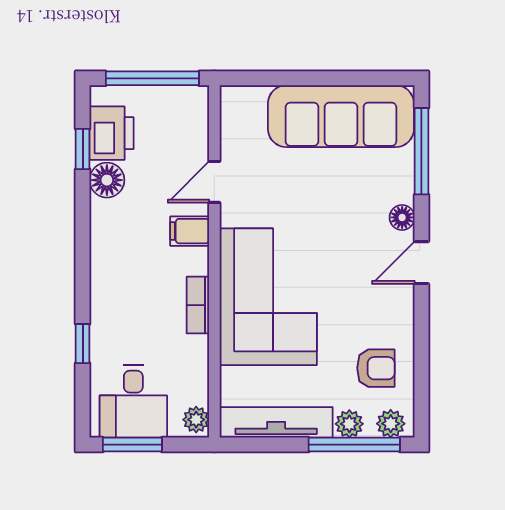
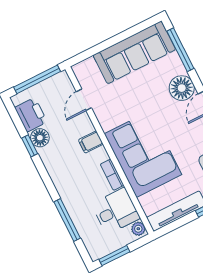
window: (83, 149) -> (30, 146), moved
door: (214, 182) -> (84, 100), moved
floor lamp: (402, 217) -> (182, 88), width x1.89, depth x1.89
window: (83, 344) -> (67, 220), width x2.17
desk: (133, 401) -> (116, 211), moved, turned -90

